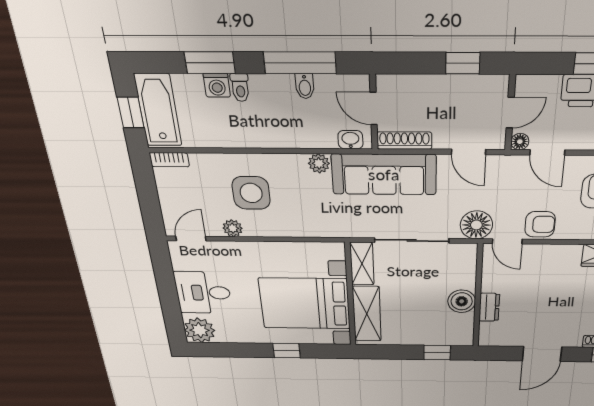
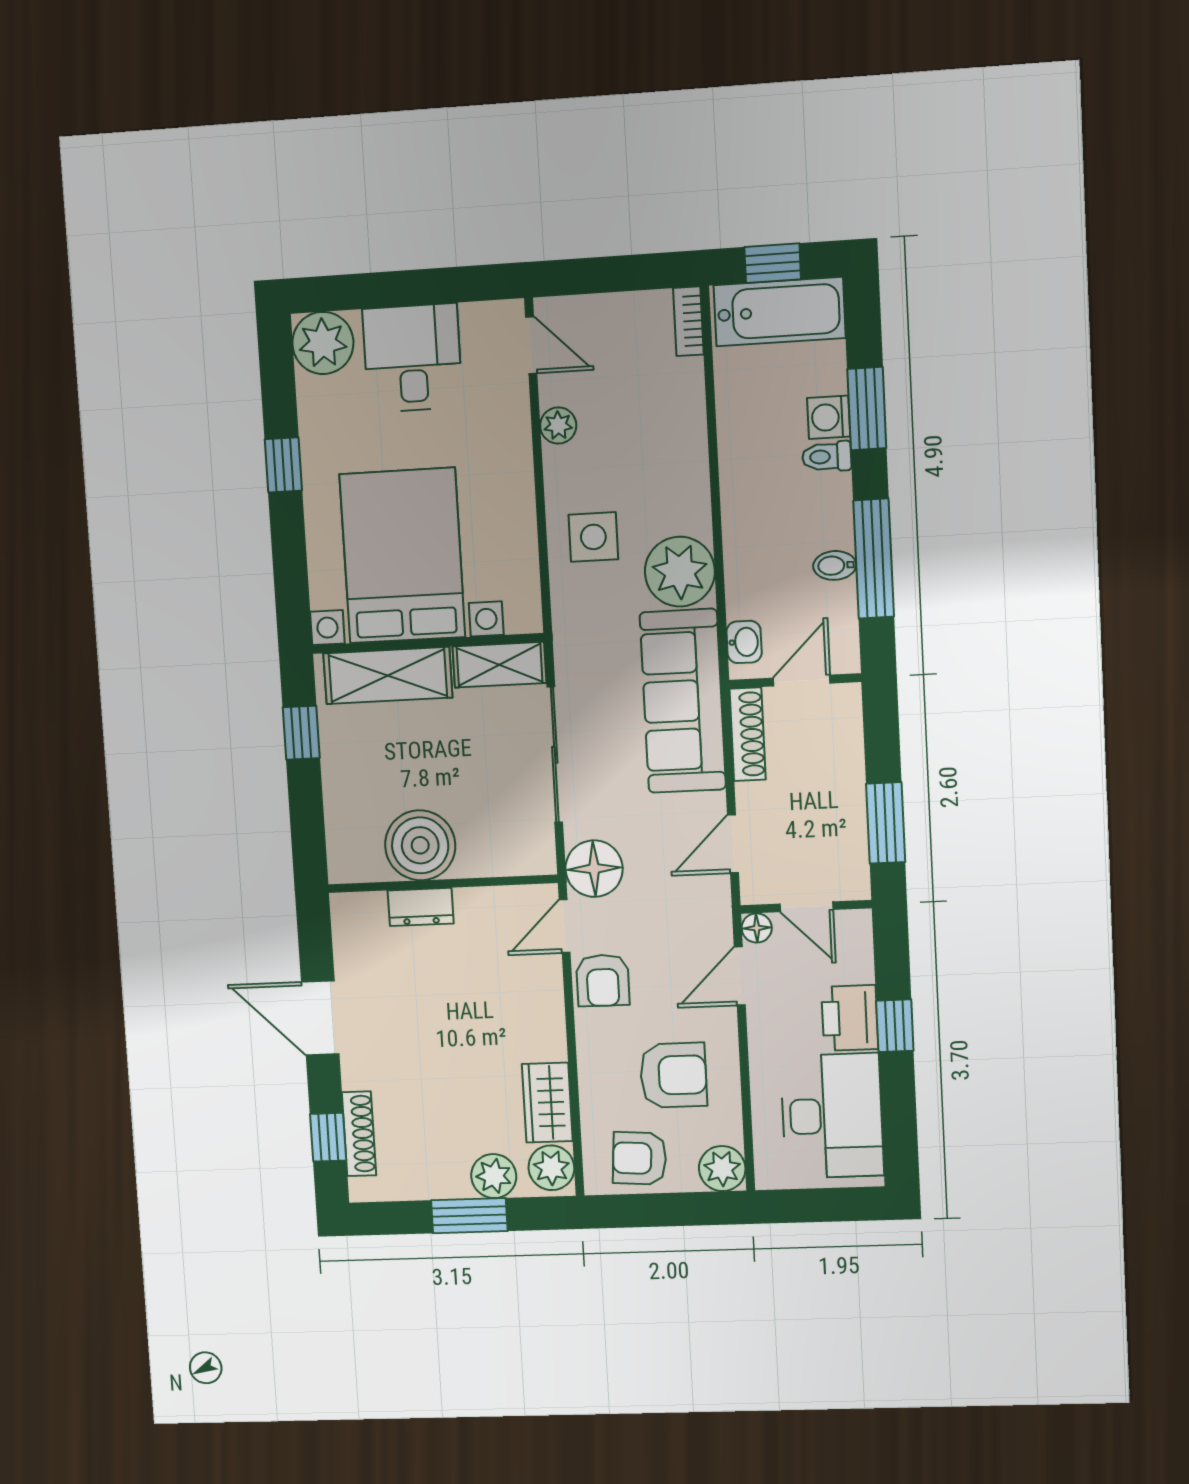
window: (463, 63) -> (886, 823), width x1.50
plant: (319, 163) -> (680, 572), width x1.88, depth x1.88
side table: (251, 193) -> (593, 537), moved, width x0.73, depth x0.73
boiler: (462, 301) -> (420, 845), width x1.37, depth x1.37
window: (287, 351) -> (283, 465), moved
window: (437, 353) -> (301, 733), moved

